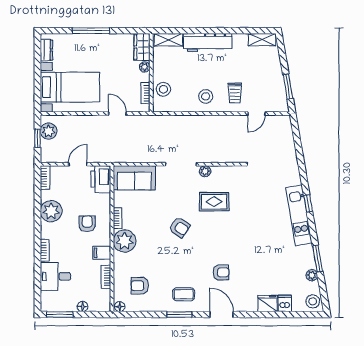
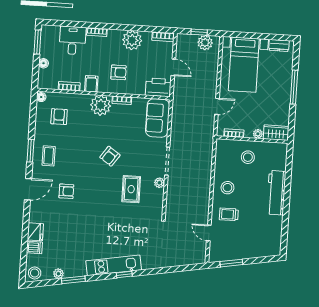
shelving: (168, 40) -> (281, 157), removed
shelving: (262, 40) -> (276, 242), removed
stool: (163, 89) -> (248, 157), moved
armchair: (221, 272) -> (66, 191), turned -90

